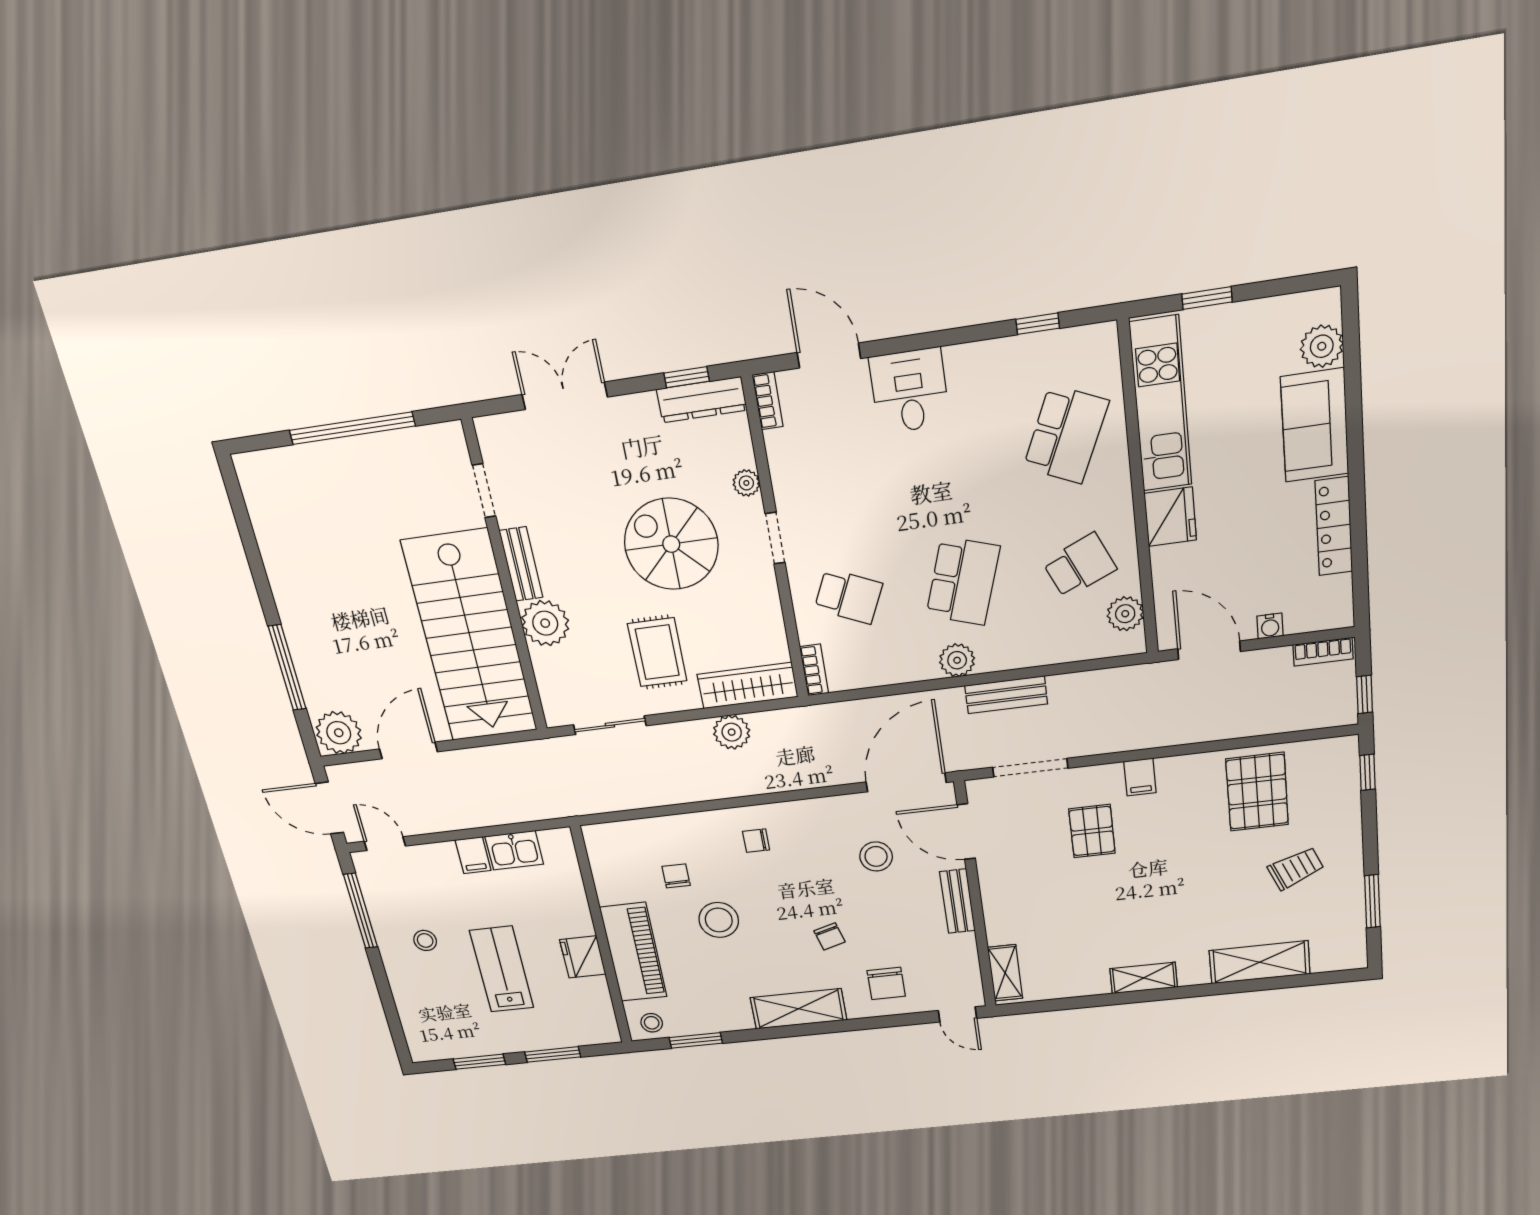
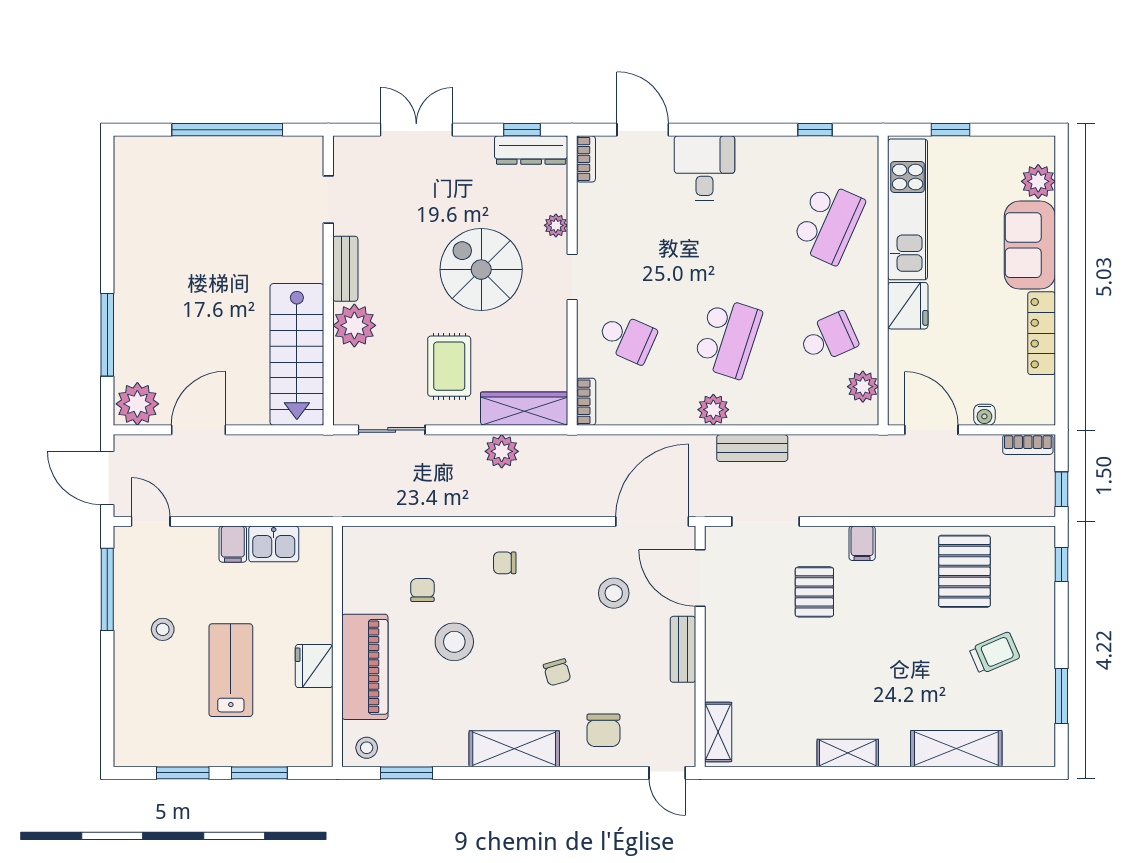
stairs: (470, 637) -> (297, 354), width x0.73, depth x0.66

